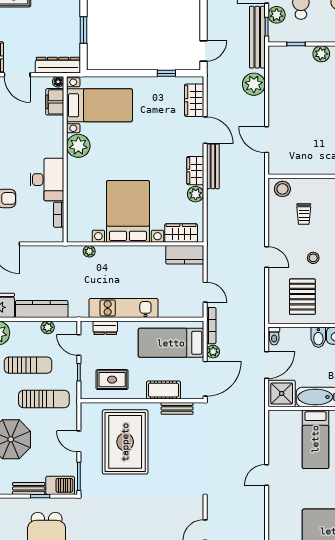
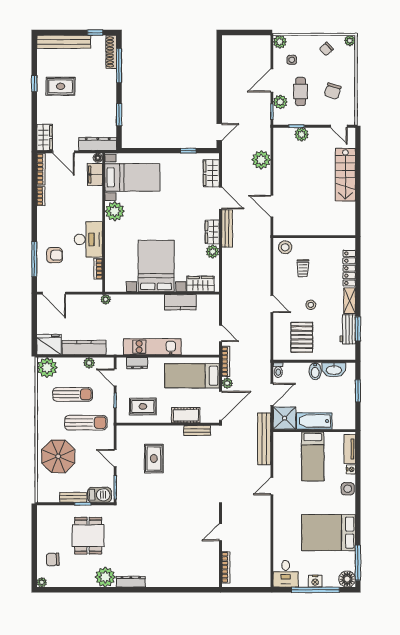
bench: (257, 37) -> (264, 439), moved
plant: (321, 54) -> (302, 134), moved
plant: (89, 251) -> (106, 299), moved
kitchen counter: (185, 255) -> (180, 302), moved
rug: (125, 442) -> (154, 459), width x0.54, depth x0.49

